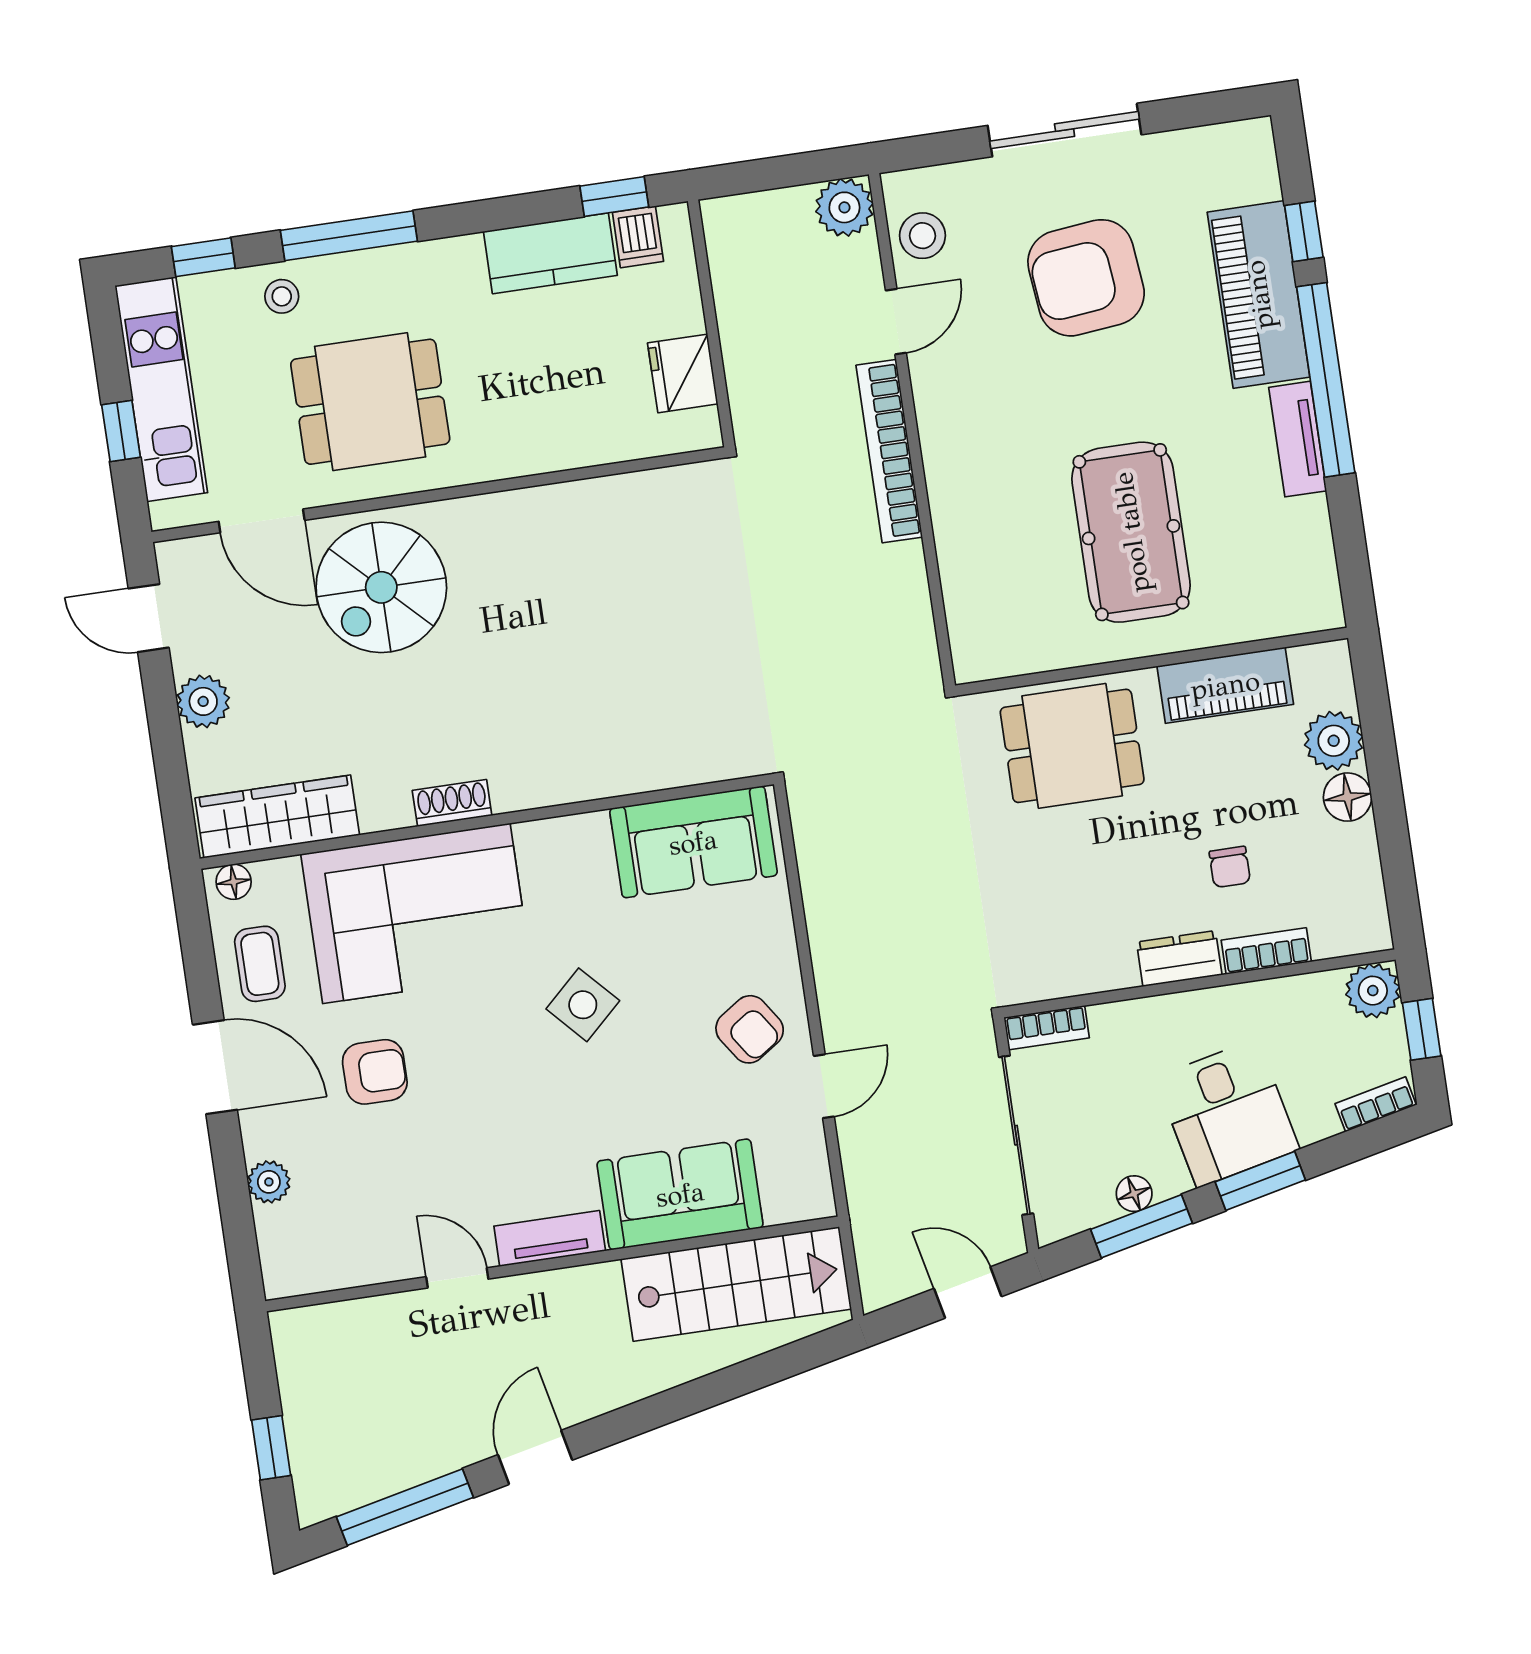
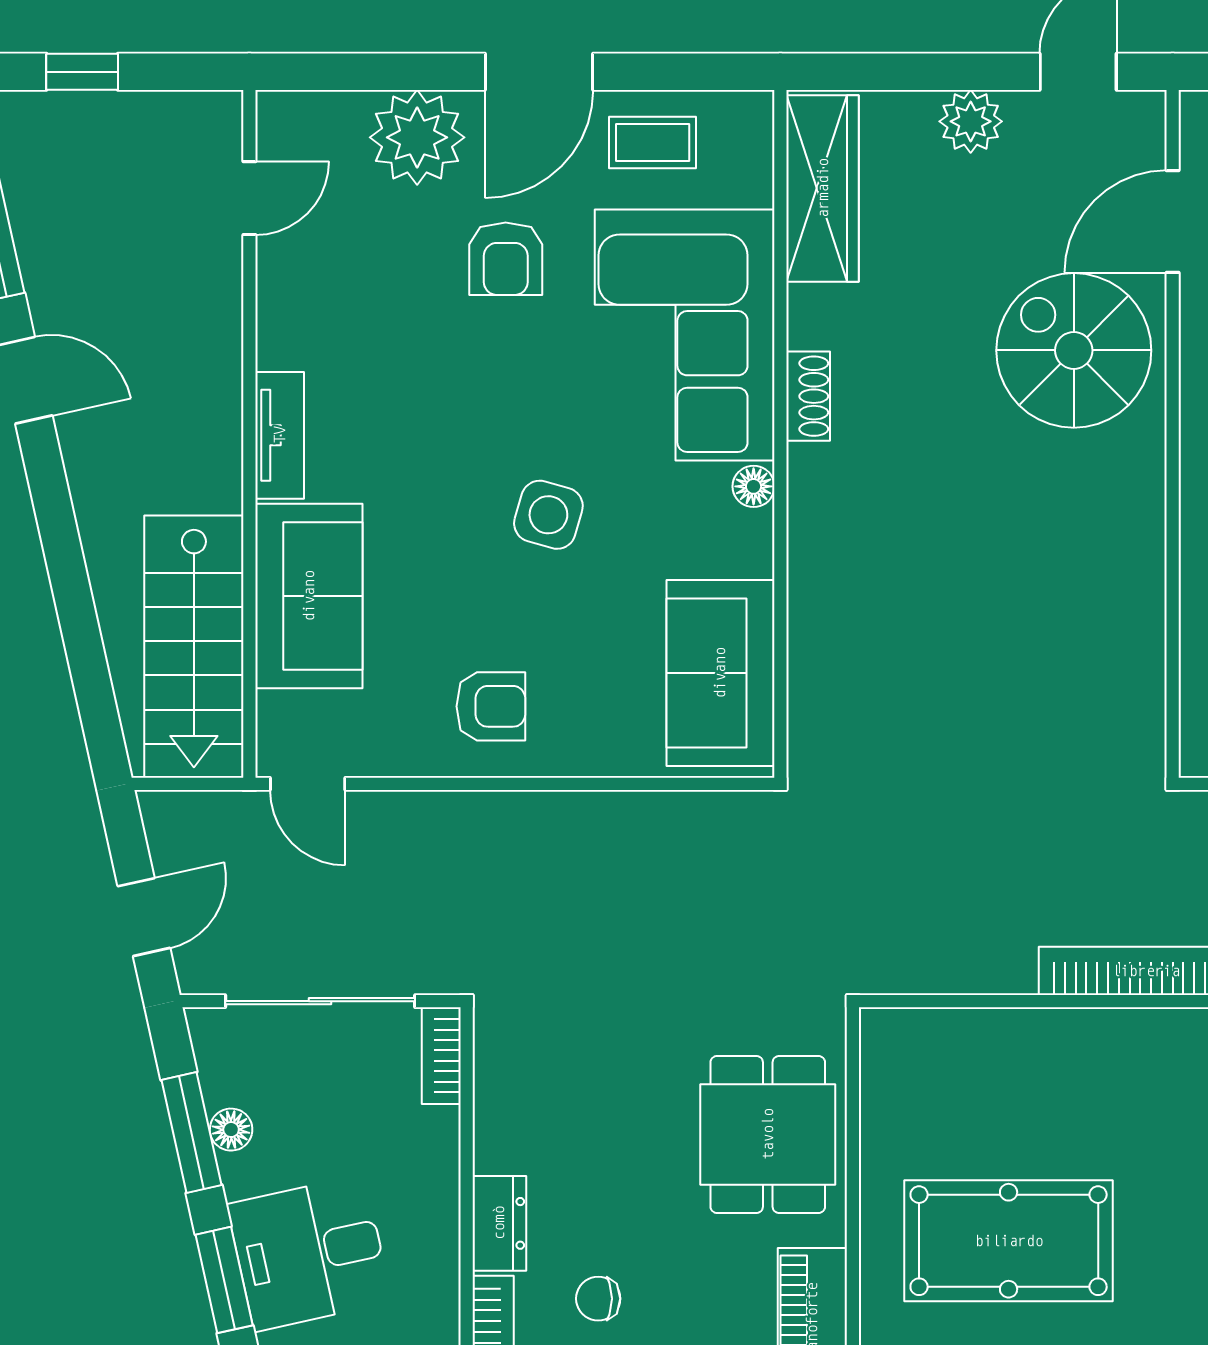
floor lamp: (234, 882) -> (754, 486), moved
side table: (583, 1005) -> (548, 515), turned -31
armchair: (750, 1029) -> (491, 706), turned -146
door: (824, 1086) -> (308, 784), moved
plant: (269, 1182) -> (417, 137), width x1.88, depth x1.88
door: (457, 1278) -> (249, 198), moved

